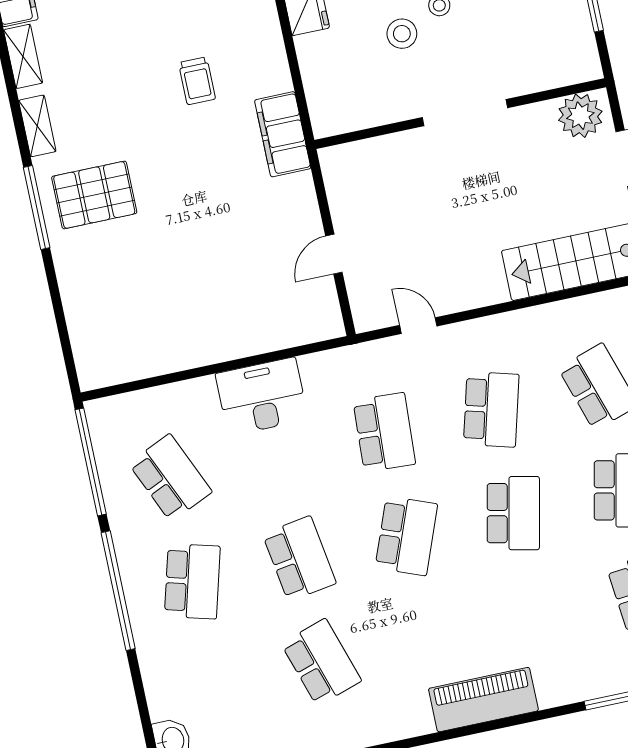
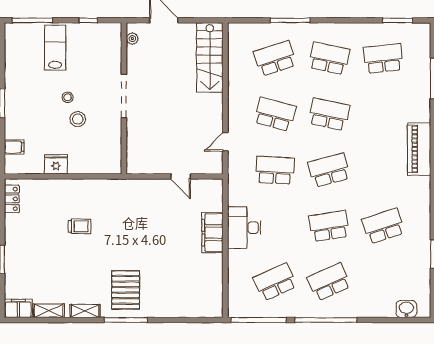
plant: (580, 116) -> (132, 39), width x0.53, depth x0.53
filing cabinet: (283, 134) -> (212, 233), moved, turned 90
school desk: (406, 536) -> (329, 170), turned -36
school desk: (192, 581) -> (329, 282), turned -39

